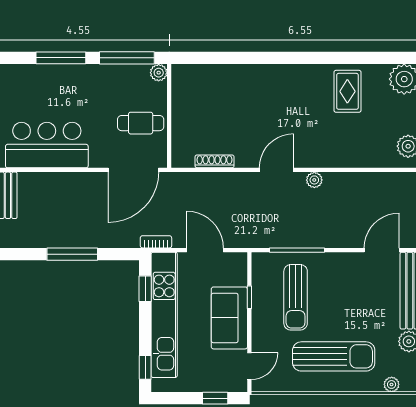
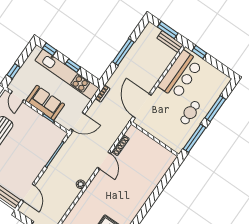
plant: (159, 73) -> (178, 148), removed
cafe table: (141, 123) -> (190, 113), moved
door: (277, 170) -> (104, 160), moved
door: (205, 250) -> (78, 121), moved
window: (145, 289) -> (73, 66), moved
sun lounger: (296, 297) -> (34, 139), removed

